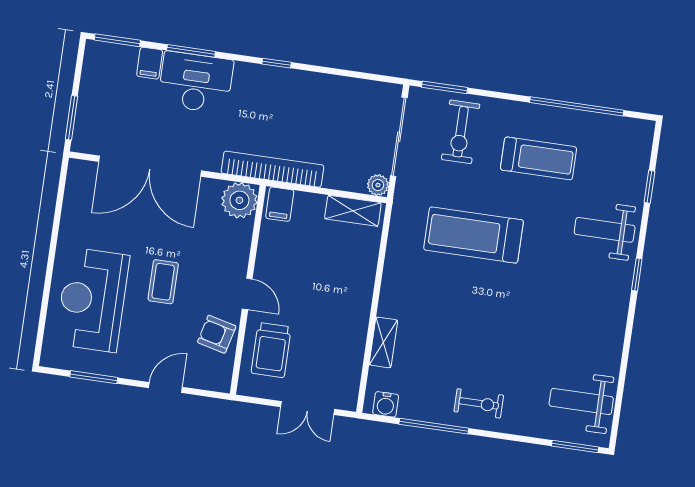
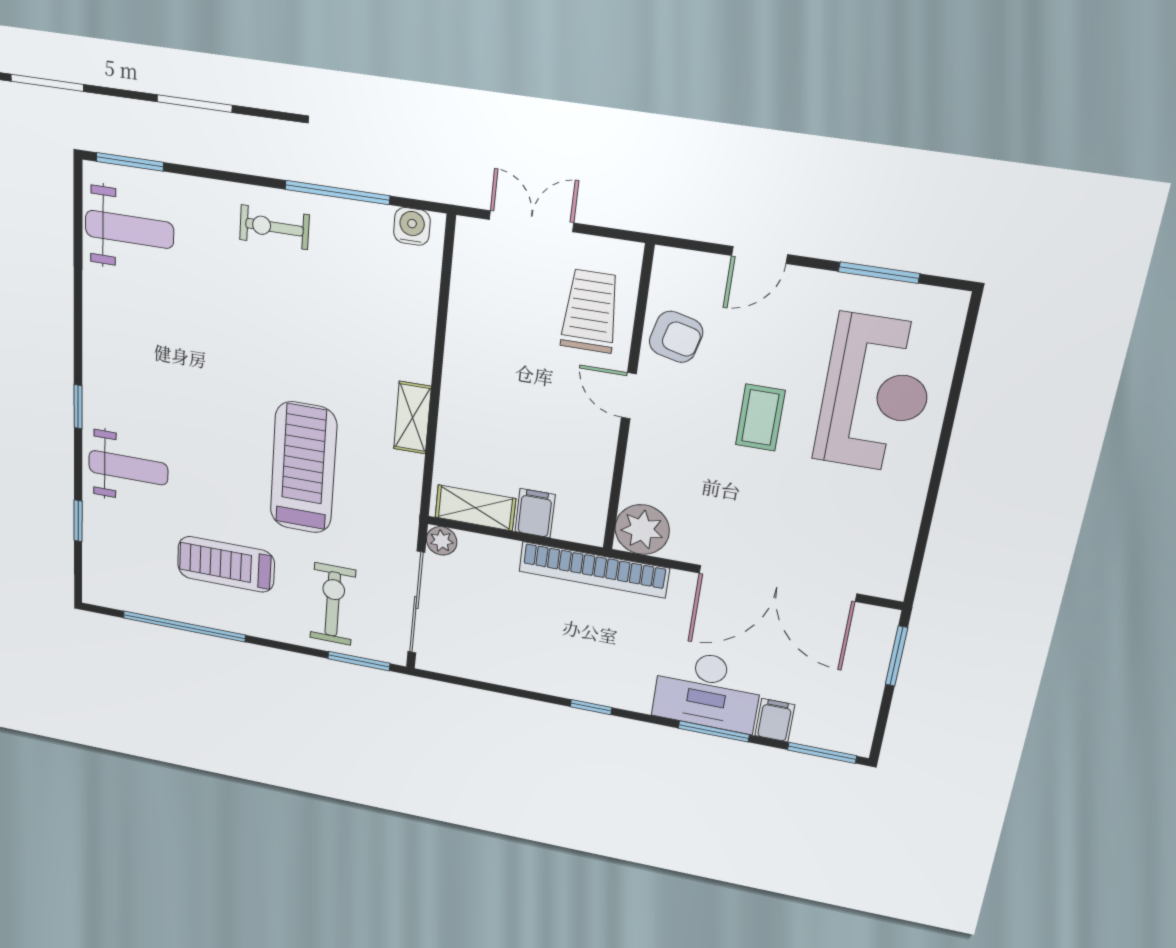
double door: (150, 166) -> (777, 583), swing flipped
filing cabinet: (280, 204) -> (535, 513), moved
treadmill: (474, 235) -> (303, 468), turned -90
shelving: (383, 342) -> (412, 418), moved

